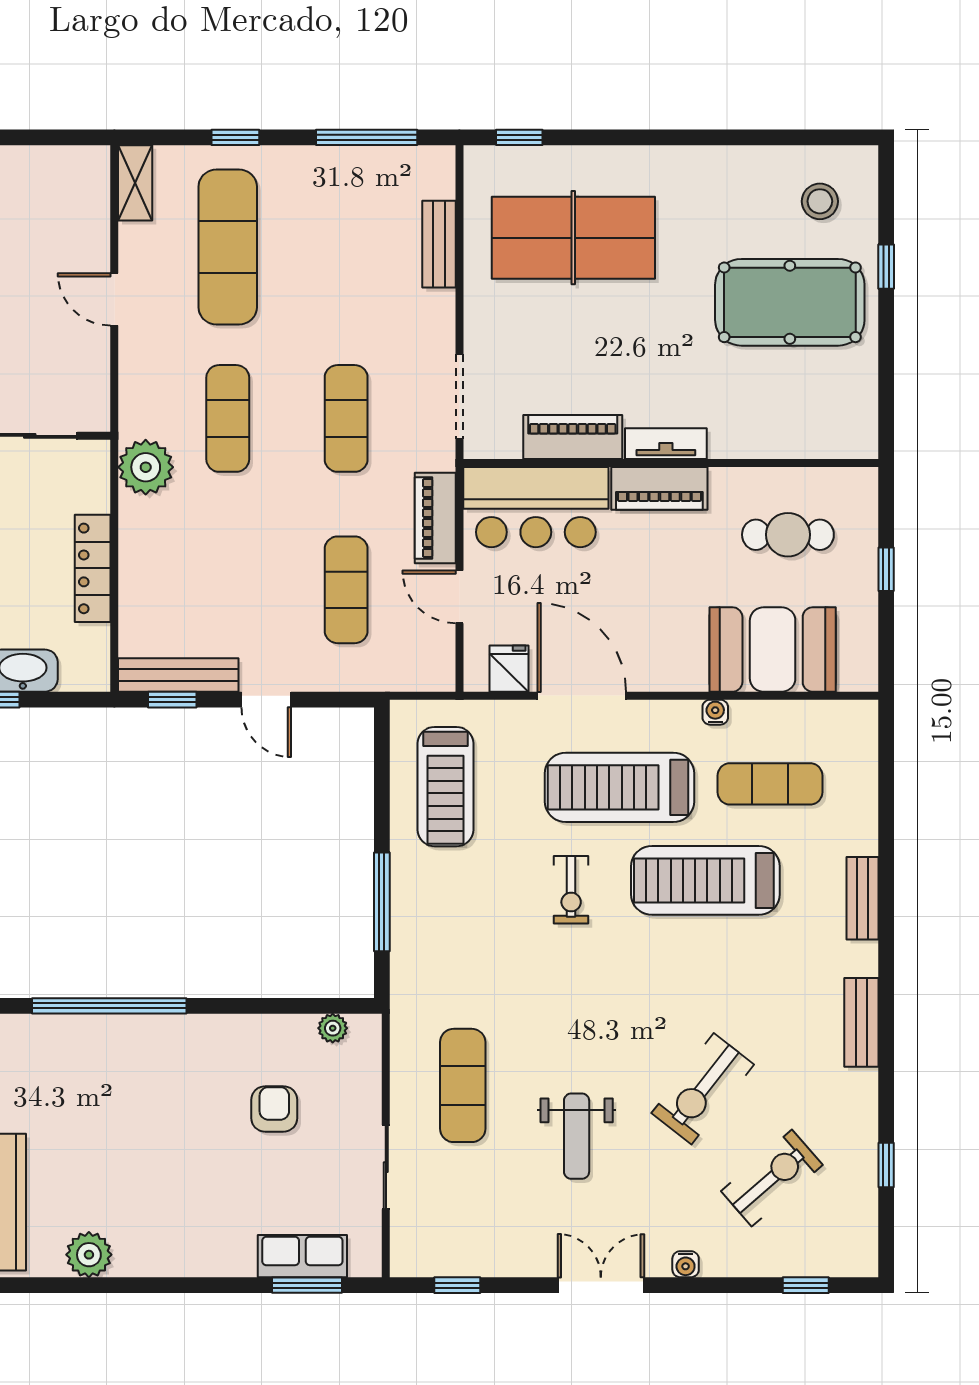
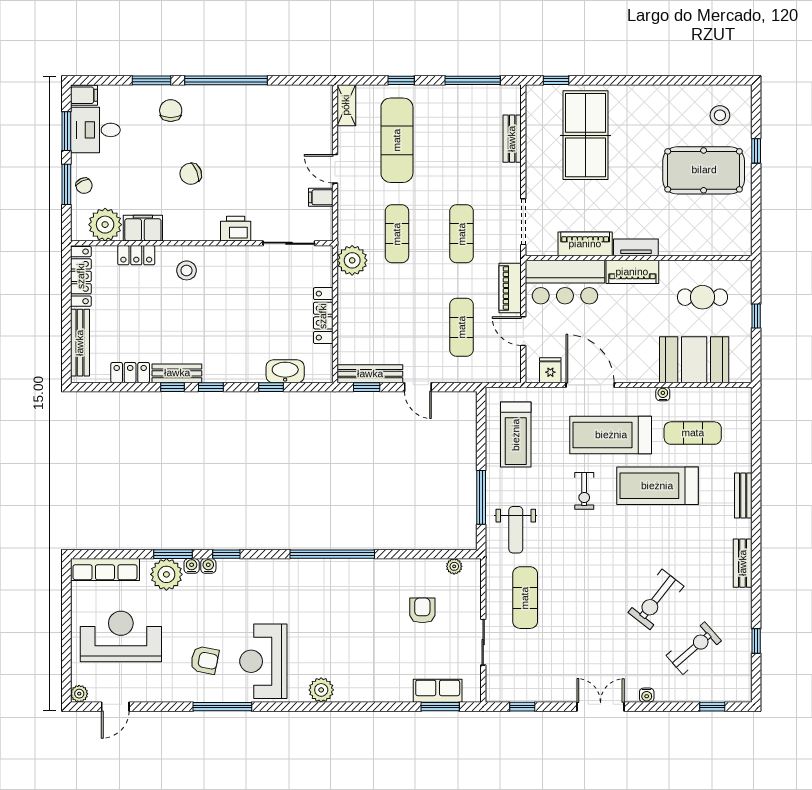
table tennis table: (573, 238) -> (585, 135), turned 90
filing cabinet: (88, 352) -> (321, 197), added
weight bench: (577, 1136) -> (516, 530), moved

